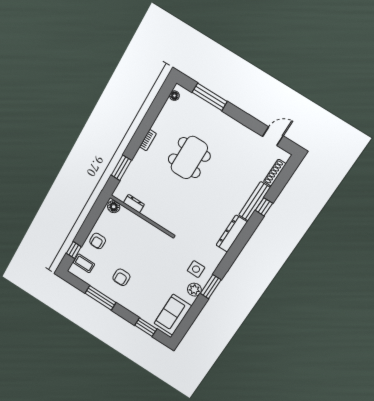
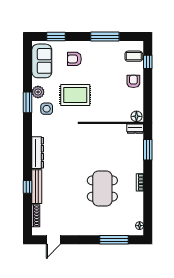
dresser: (134, 204) -> (135, 129), moved
rug: (160, 264) -> (75, 95), added
armchair: (121, 277) -> (74, 59), moved, turned -90

